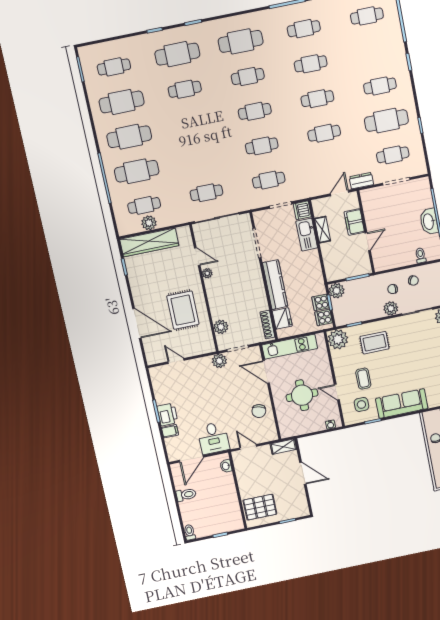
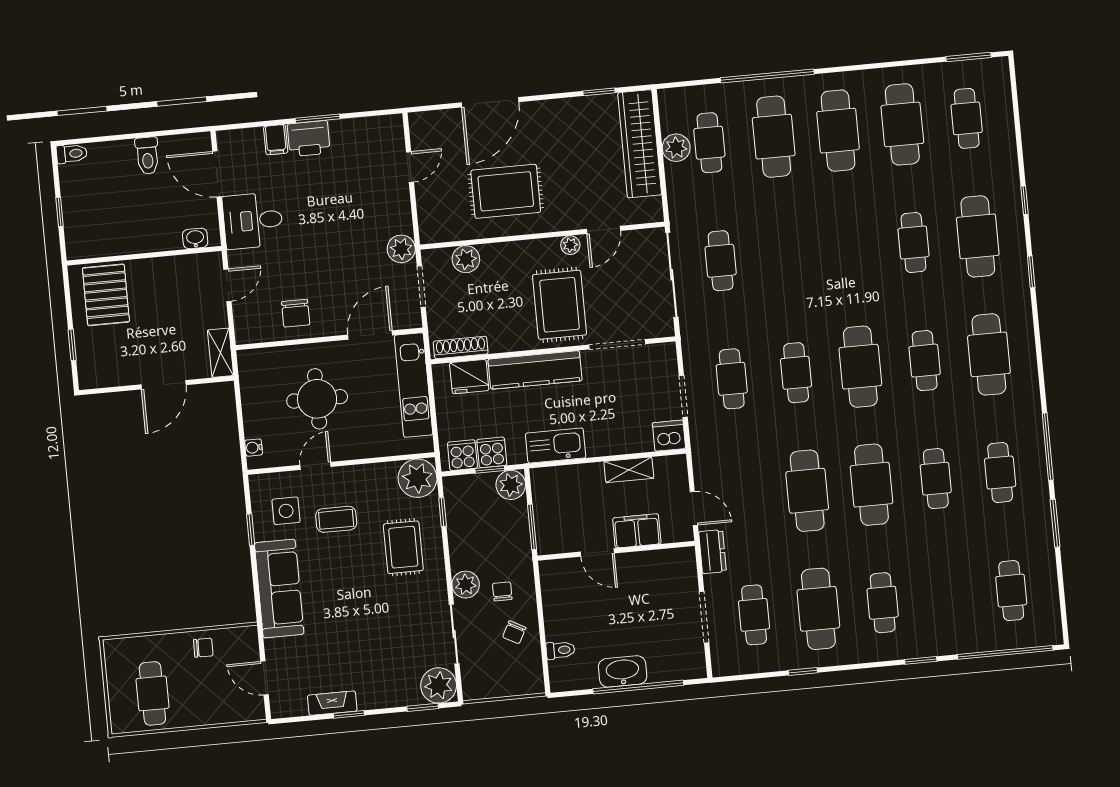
cafe table: (317, 99) -> (871, 485), width x1.37, depth x1.35
cafe table: (255, 111) -> (860, 367), width x1.37, depth x1.35
cafe table: (324, 133) -> (807, 491), width x1.37, depth x1.35
kitchen sink: (307, 235) -> (556, 446), moved
rug: (239, 276) -> (560, 305), added
chair: (259, 411) -> (296, 313), turned -104

